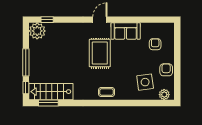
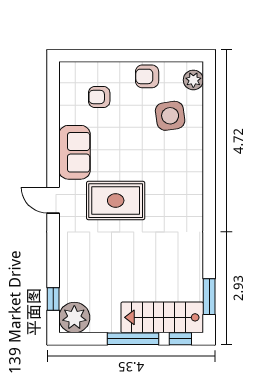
stairs: (51, 92) -> (162, 317), moved, turned 90
coffee table: (107, 92) -> (188, 188), removed

